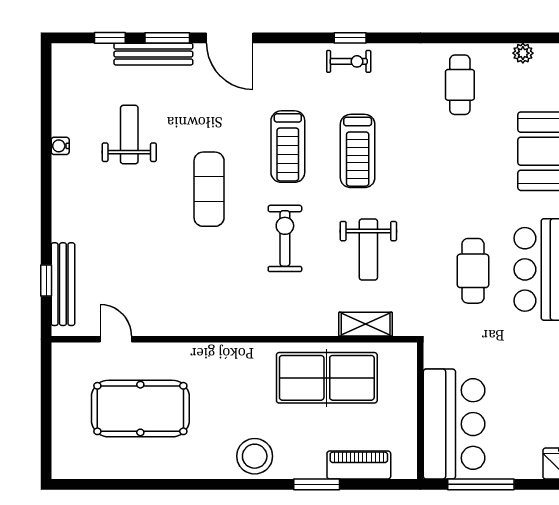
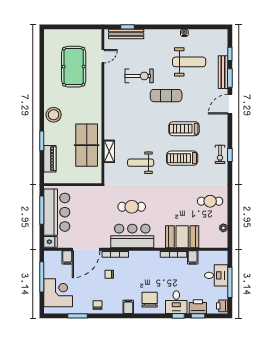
weight bench: (129, 135) -> (189, 62), width x1.36, depth x1.33
exercise bike: (285, 238) -> (139, 76), moved
shelving: (366, 324) -> (109, 151), moved
bar counter: (454, 424) -> (57, 212), moved, turned -90

